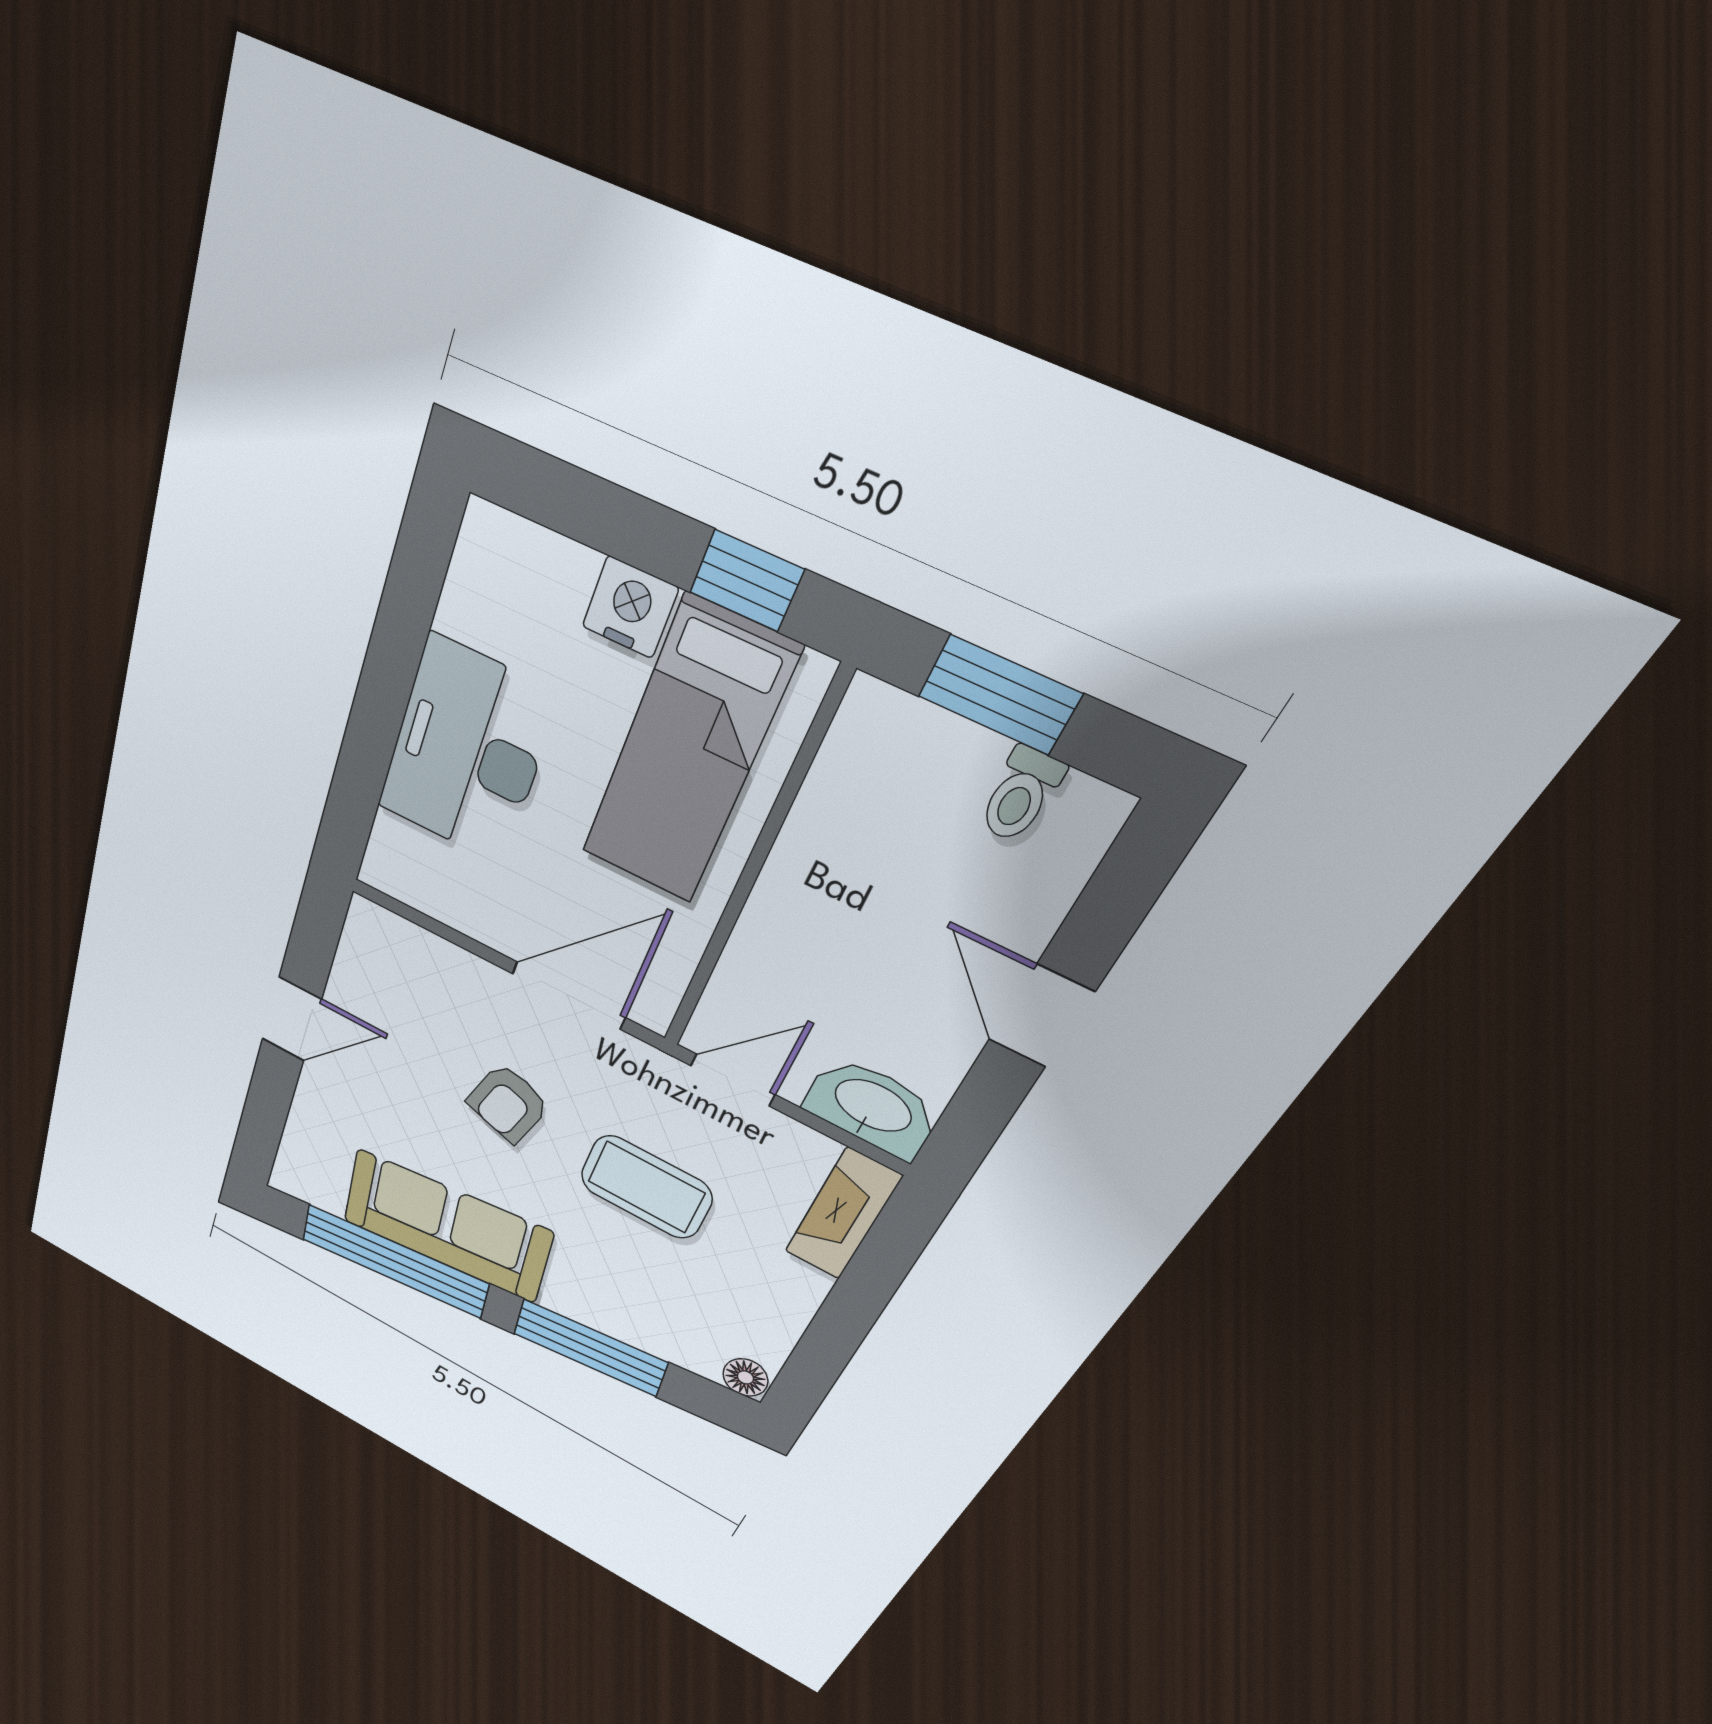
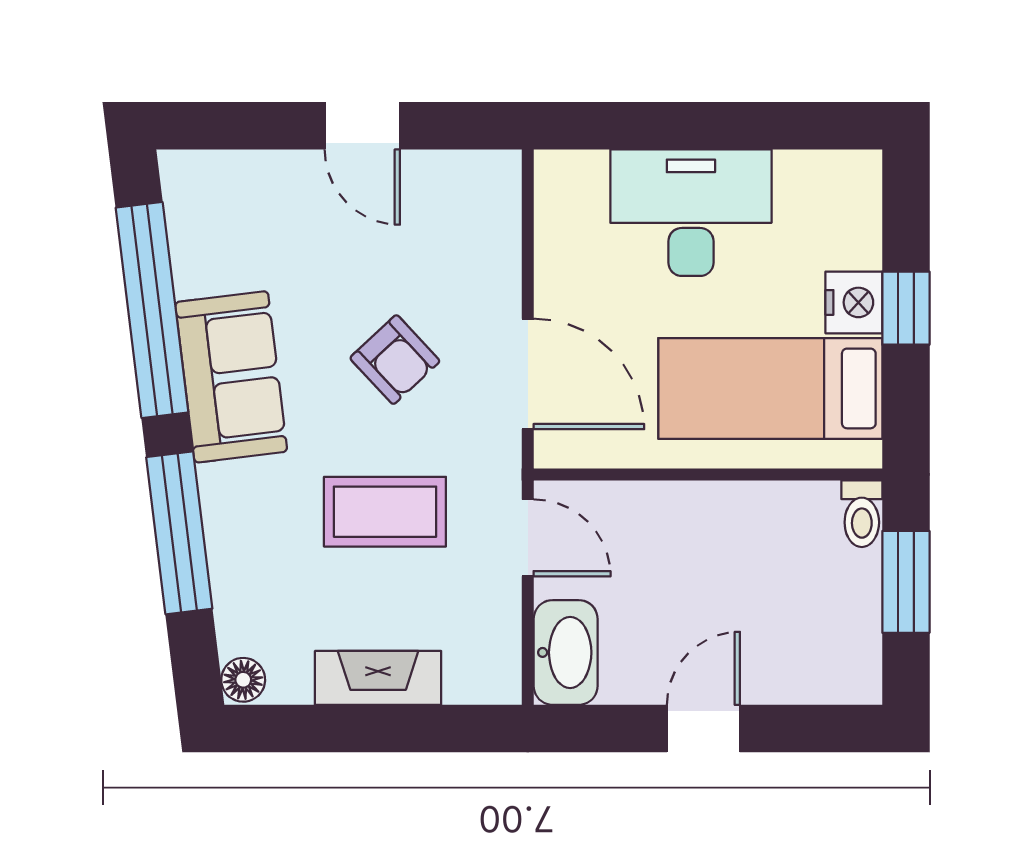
window: (747, 581) -> (906, 308), moved
toilet: (1021, 795) -> (862, 514), moved, turned -90
armchair: (508, 1103) -> (395, 360), turned -150
coffee table: (646, 1187) -> (385, 512), turned 90
fireplace: (843, 1214) -> (378, 678), moved
sofa: (446, 1226) -> (231, 377), width x0.73

